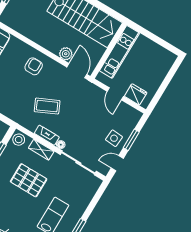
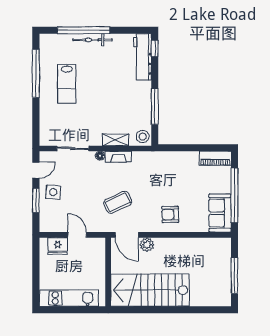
kitchen unit: (119, 52) -> (69, 298), moved, turned 90
armchair: (34, 66) -> (170, 214), turned 89
coffee table: (47, 106) -> (118, 202), moved
sliding door: (78, 163) -> (73, 148), width x0.73
pallet: (29, 180) -> (110, 104), removed

